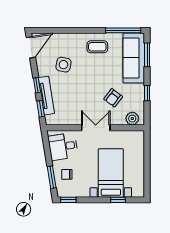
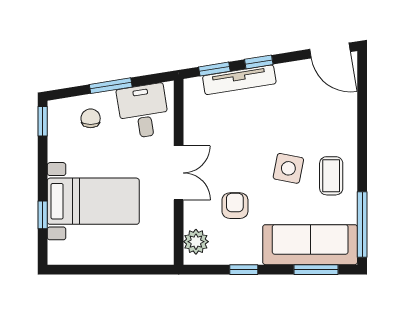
side table: (63, 65) -> (288, 168), moved
armchair: (113, 98) -> (235, 206), turned 53
window: (52, 177) -> (111, 86), moved

